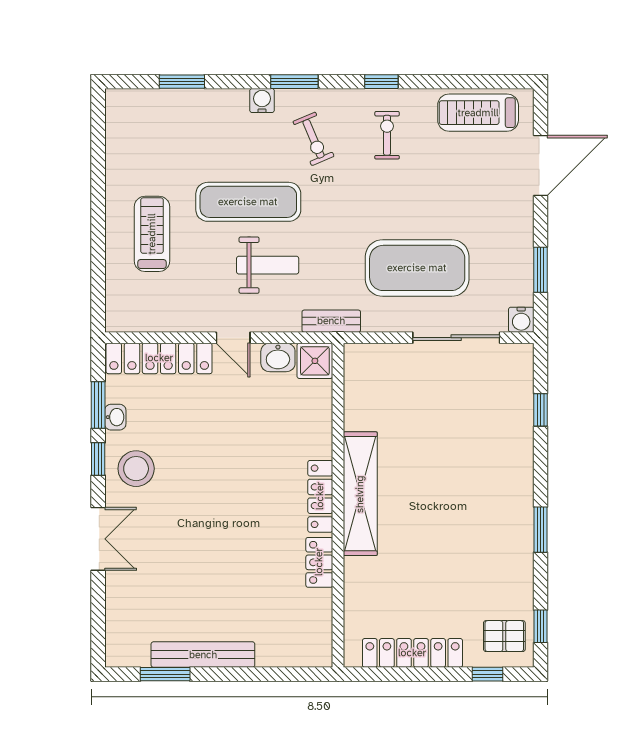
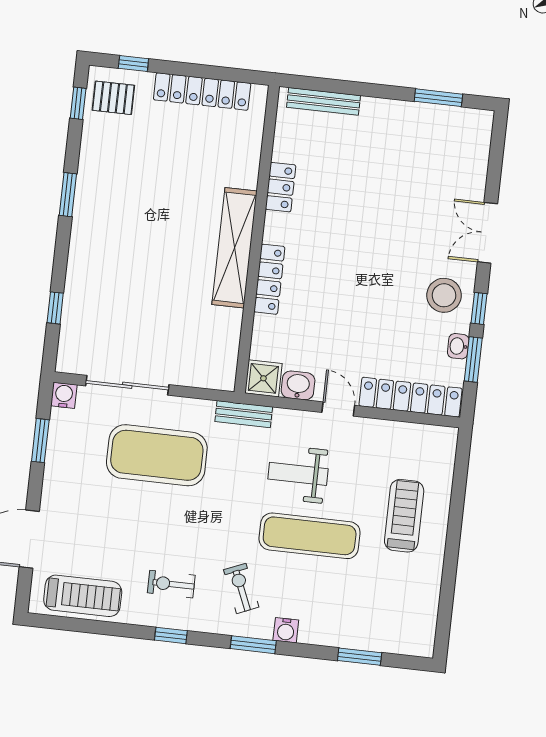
exercise bike: (387, 135) -> (171, 584), turned 90
treadmill: (152, 234) -> (404, 516), turned 180
locker: (320, 496) -> (269, 279), moved
bench: (203, 655) -> (324, 101), moved, width x0.73, depth x0.82

